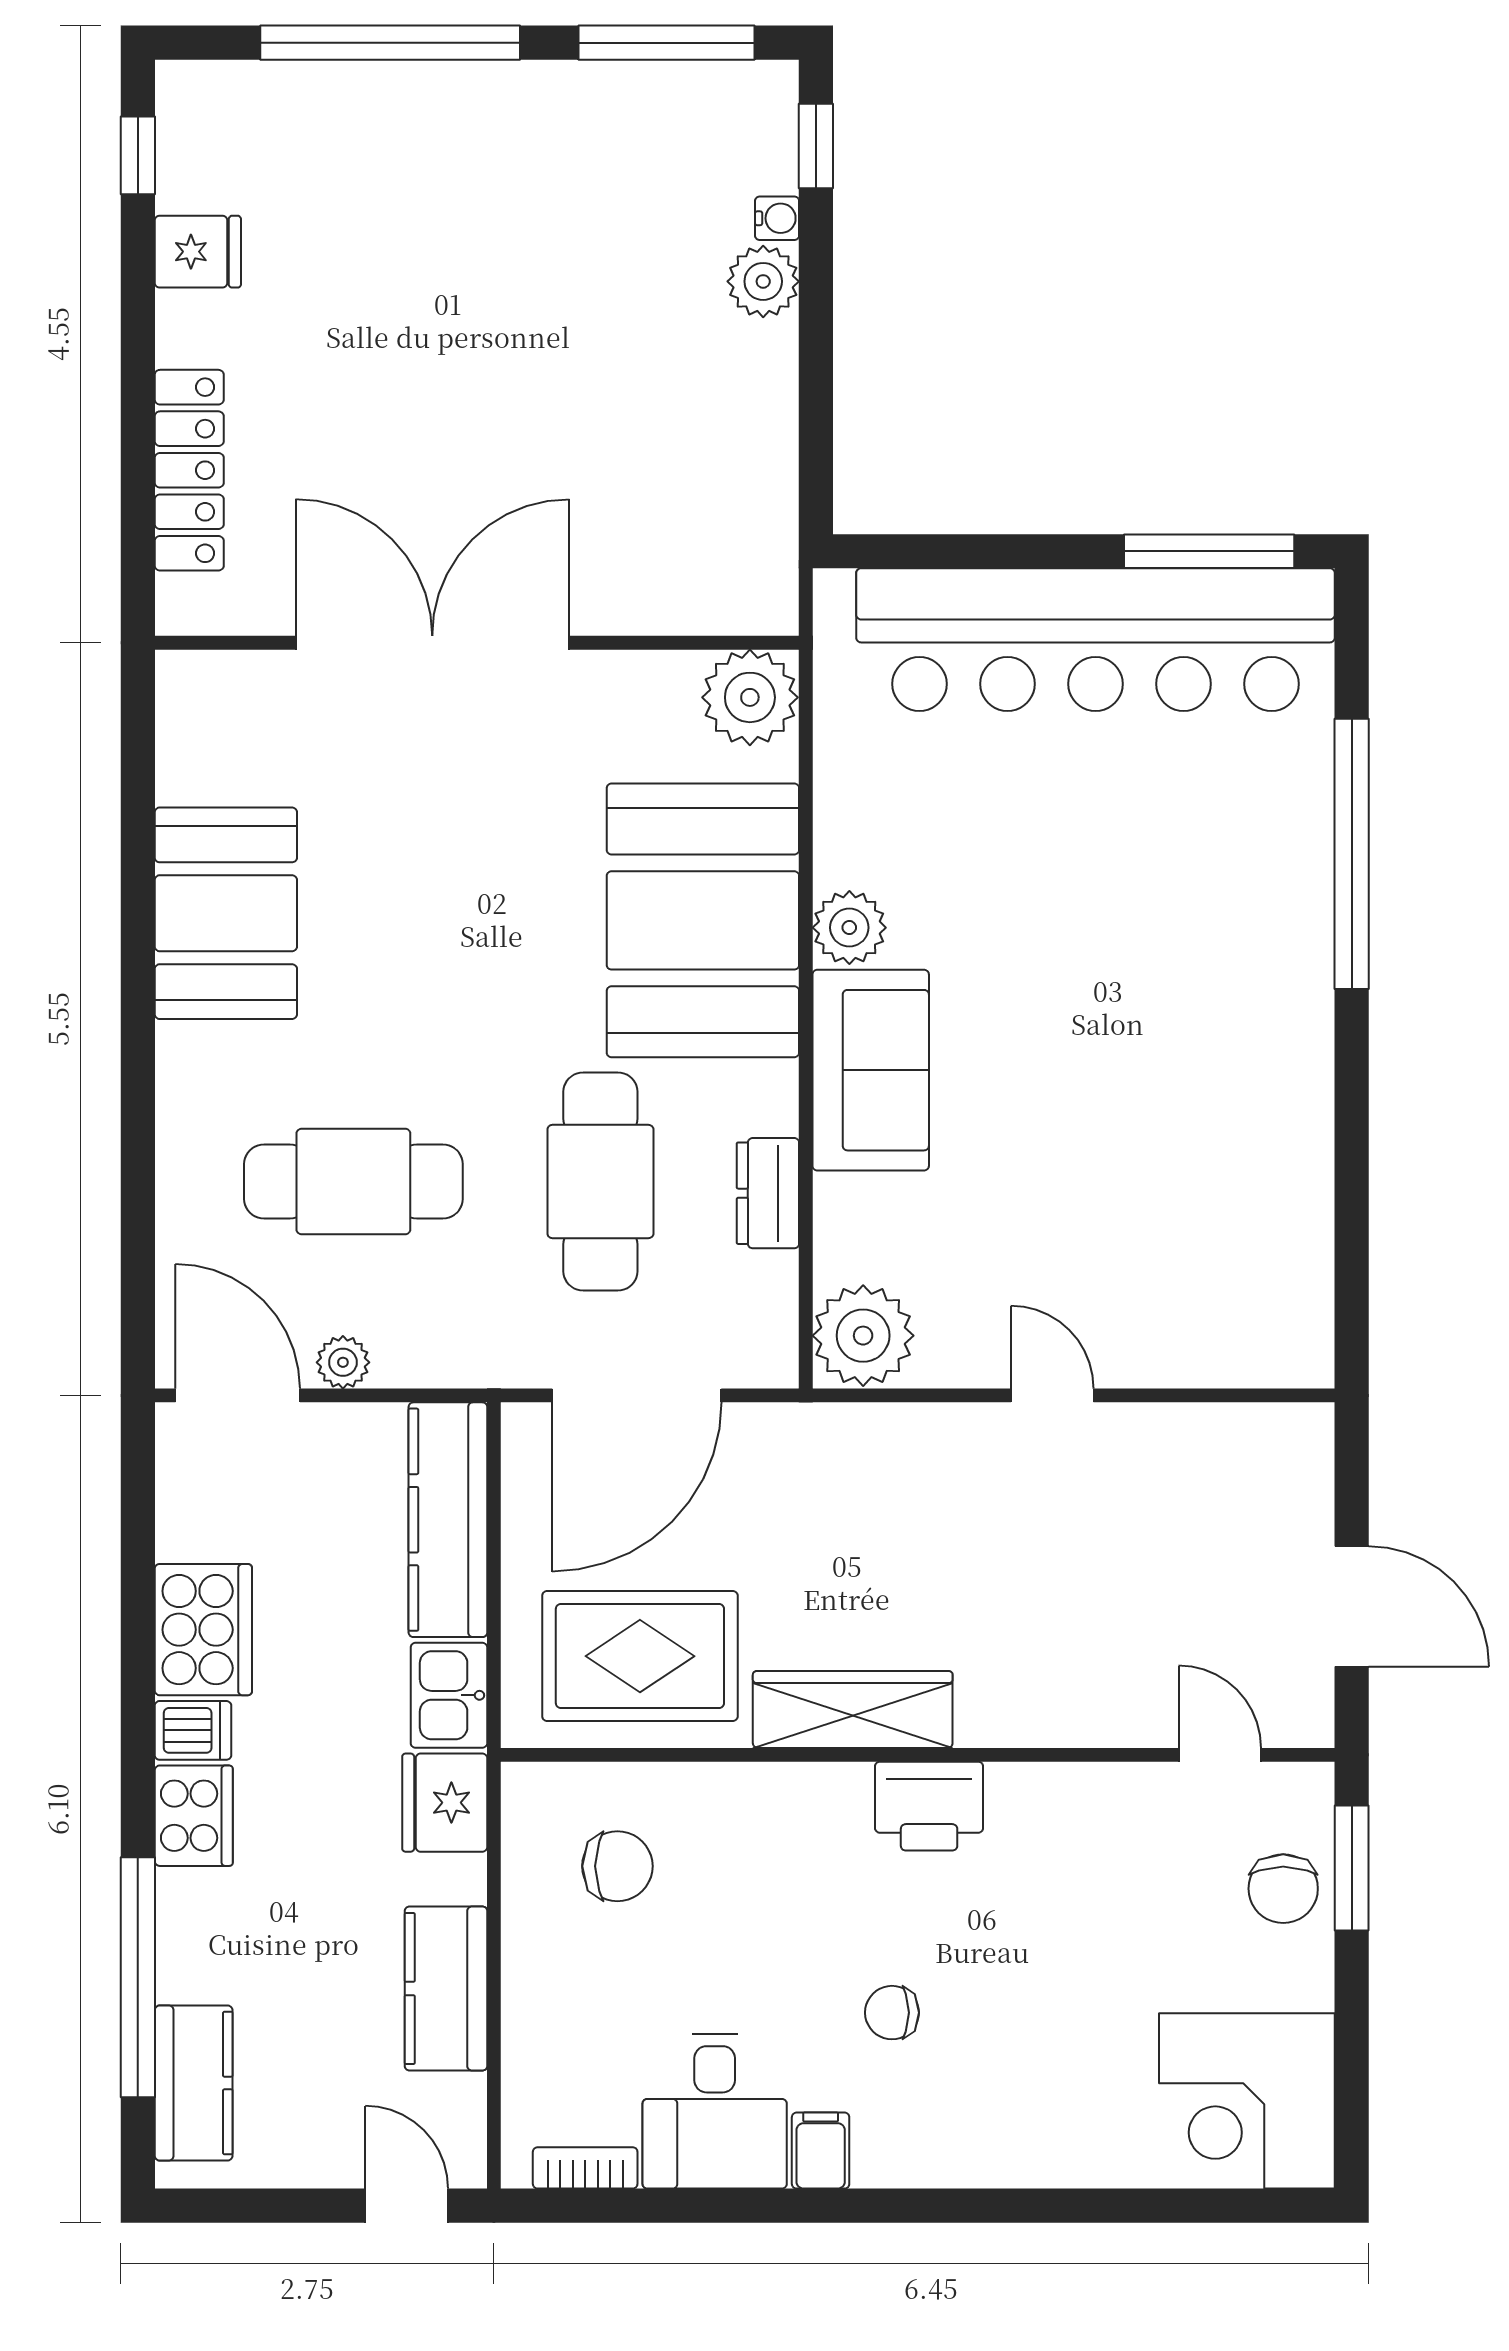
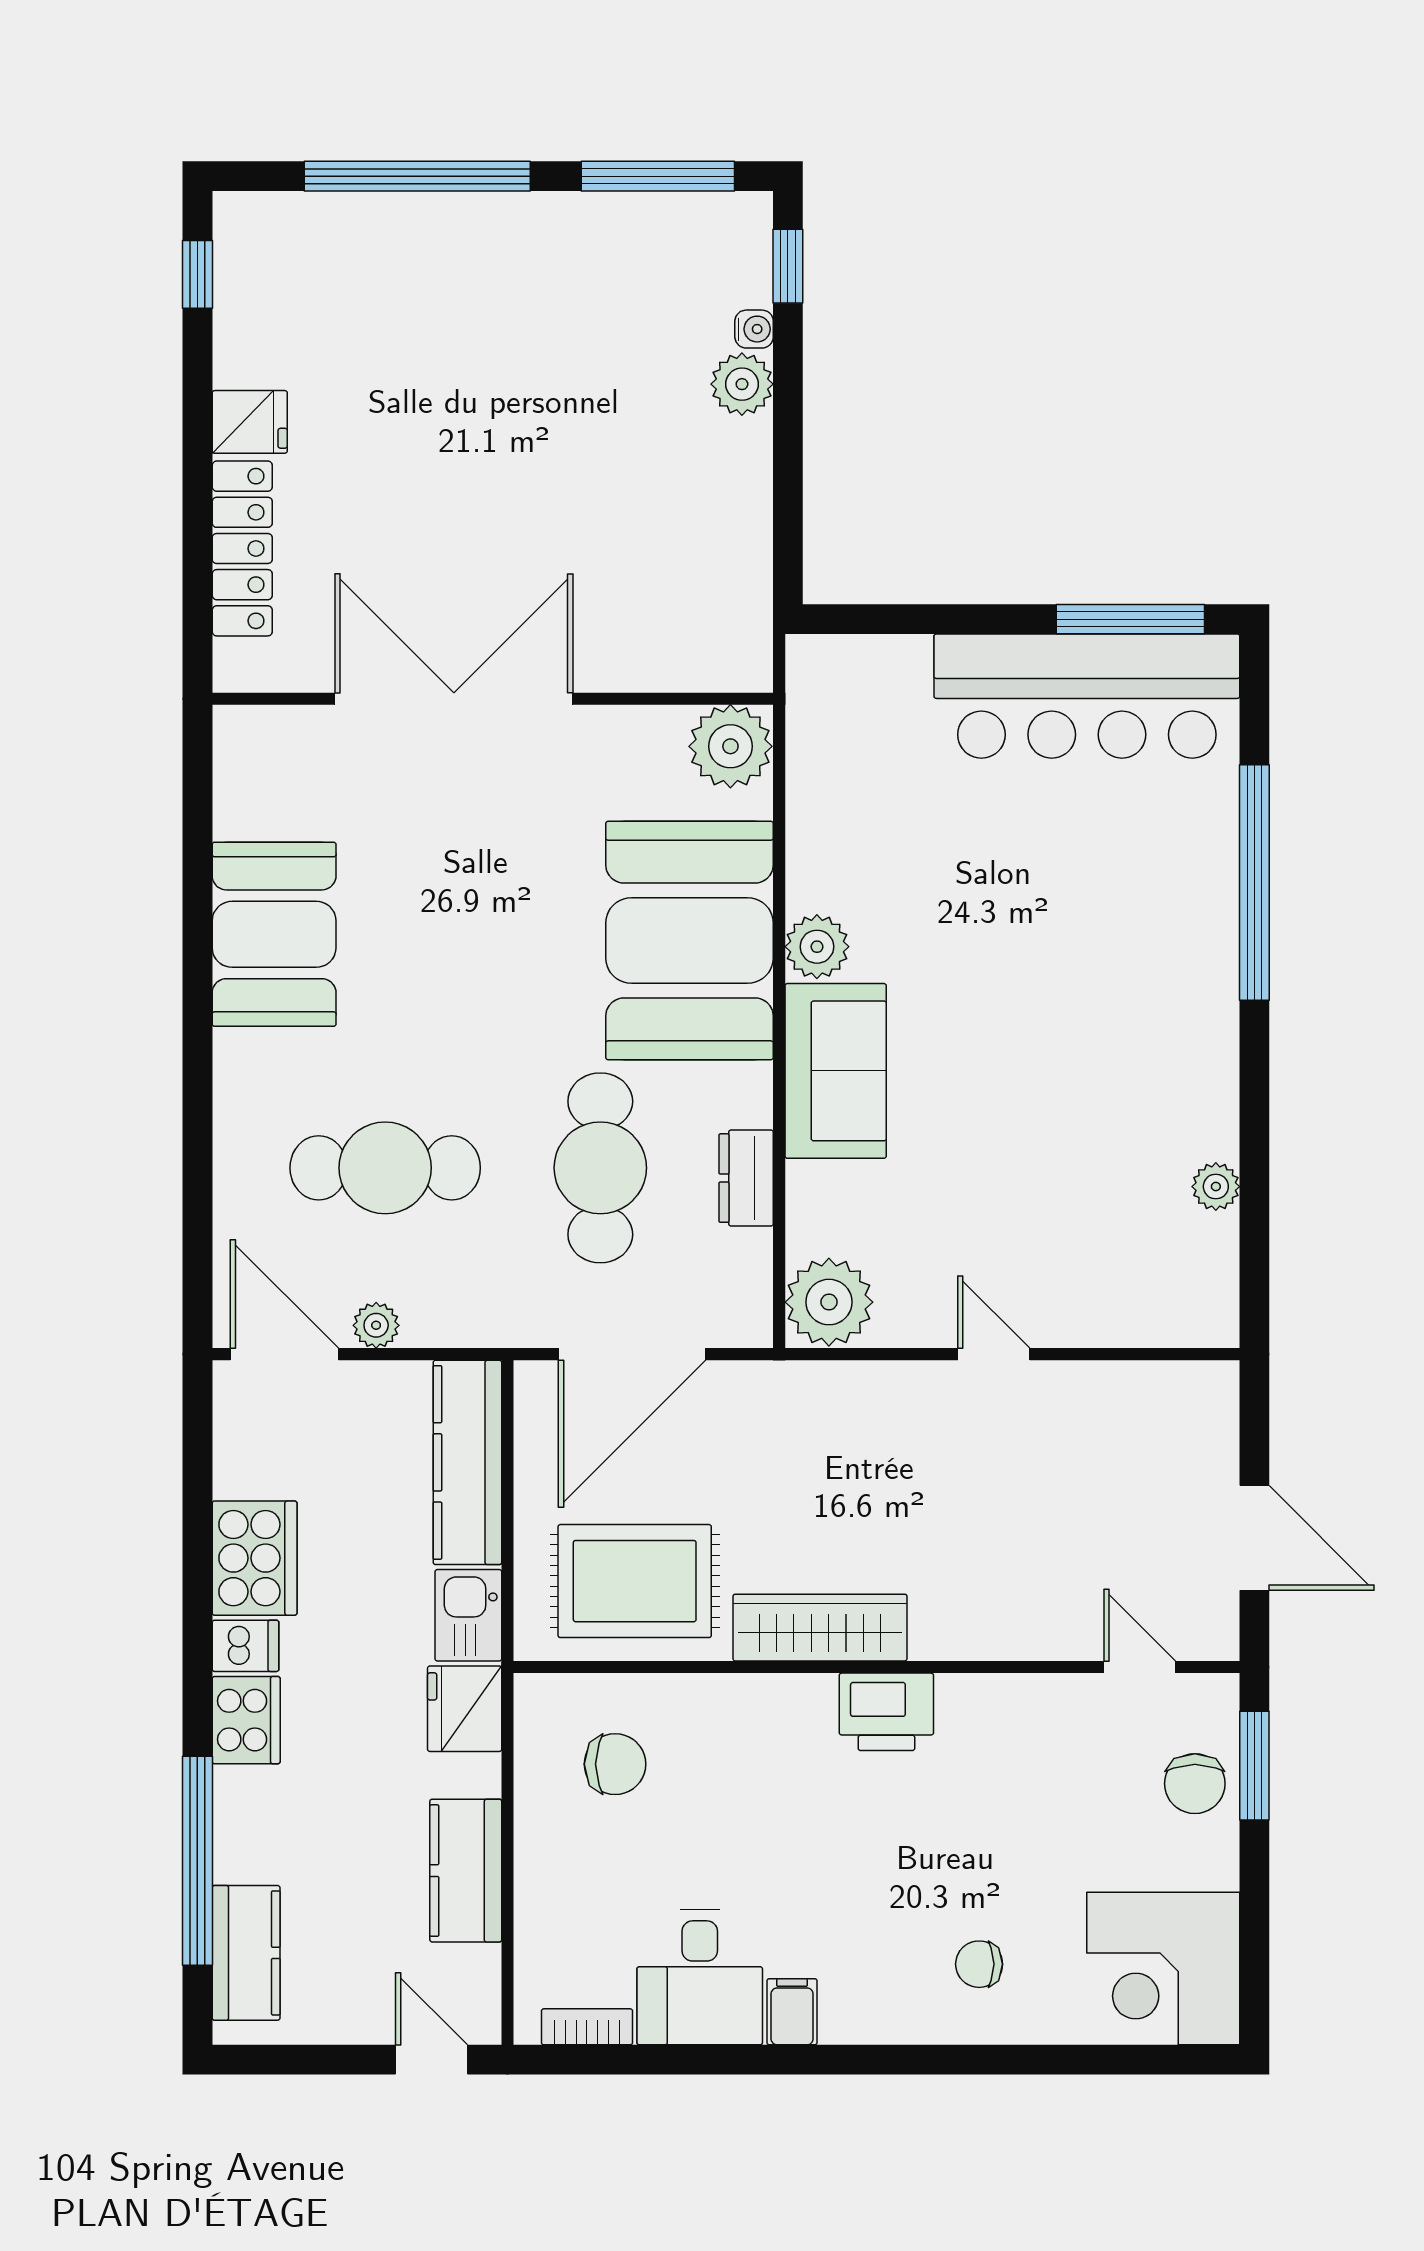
fridge: (198, 252) -> (250, 422), moved
bar counter: (1096, 640) -> (1087, 696), width x0.73
plant: (1307, 1203) -> (1216, 1187), added
chair: (892, 2013) -> (979, 1964), moved

